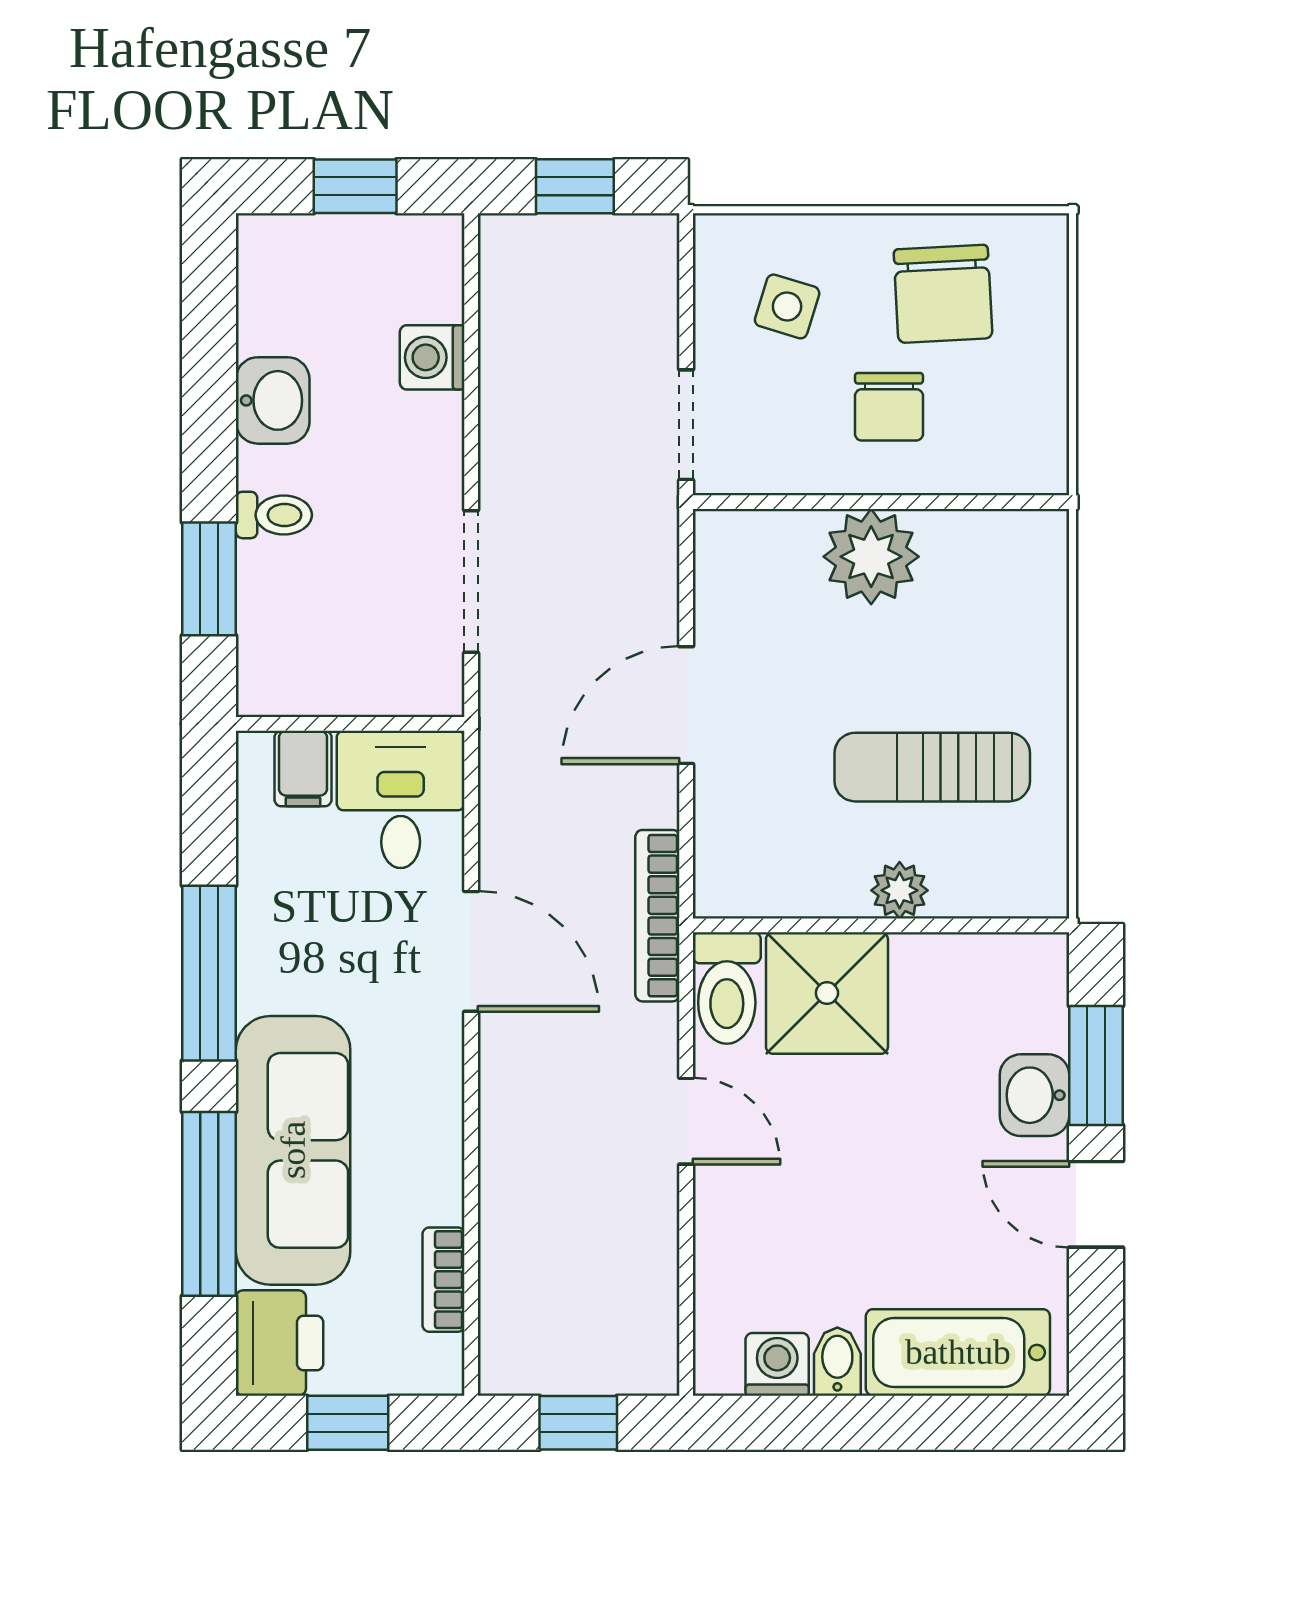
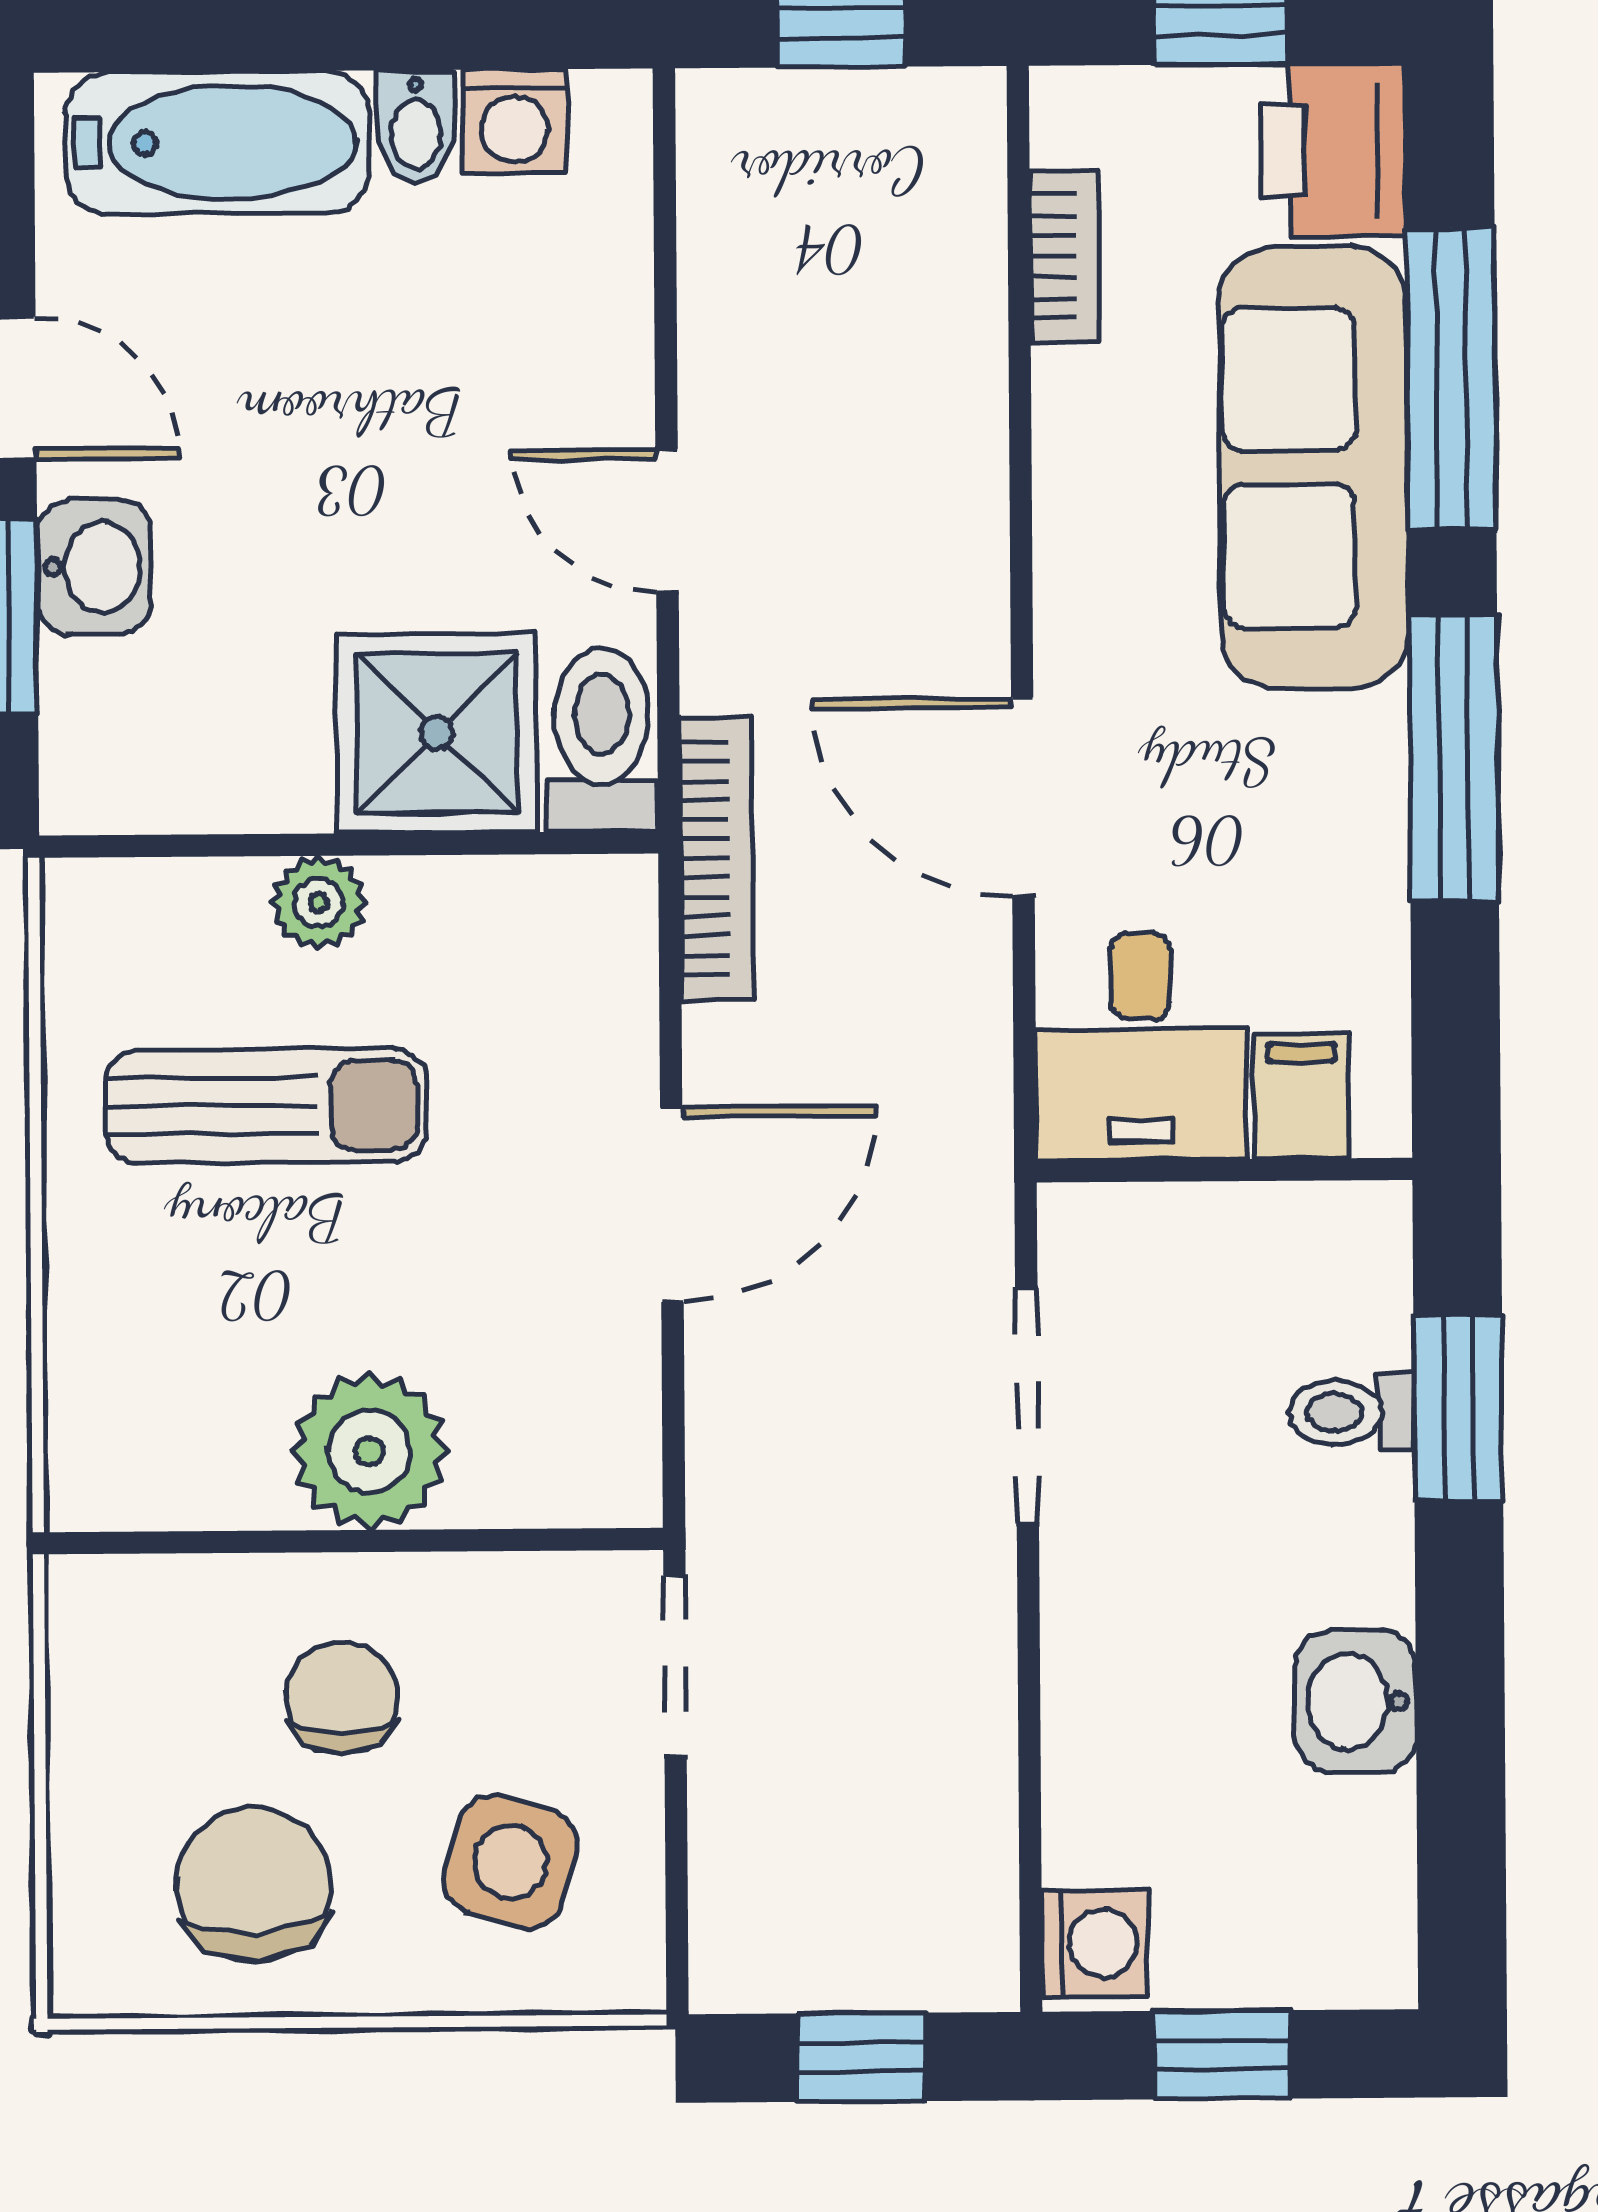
side table: (787, 306) -> (510, 1862), width x1.37, depth x1.37
washing machine: (432, 357) -> (1095, 1943), moved
toilet: (274, 515) -> (1352, 1412), moved

